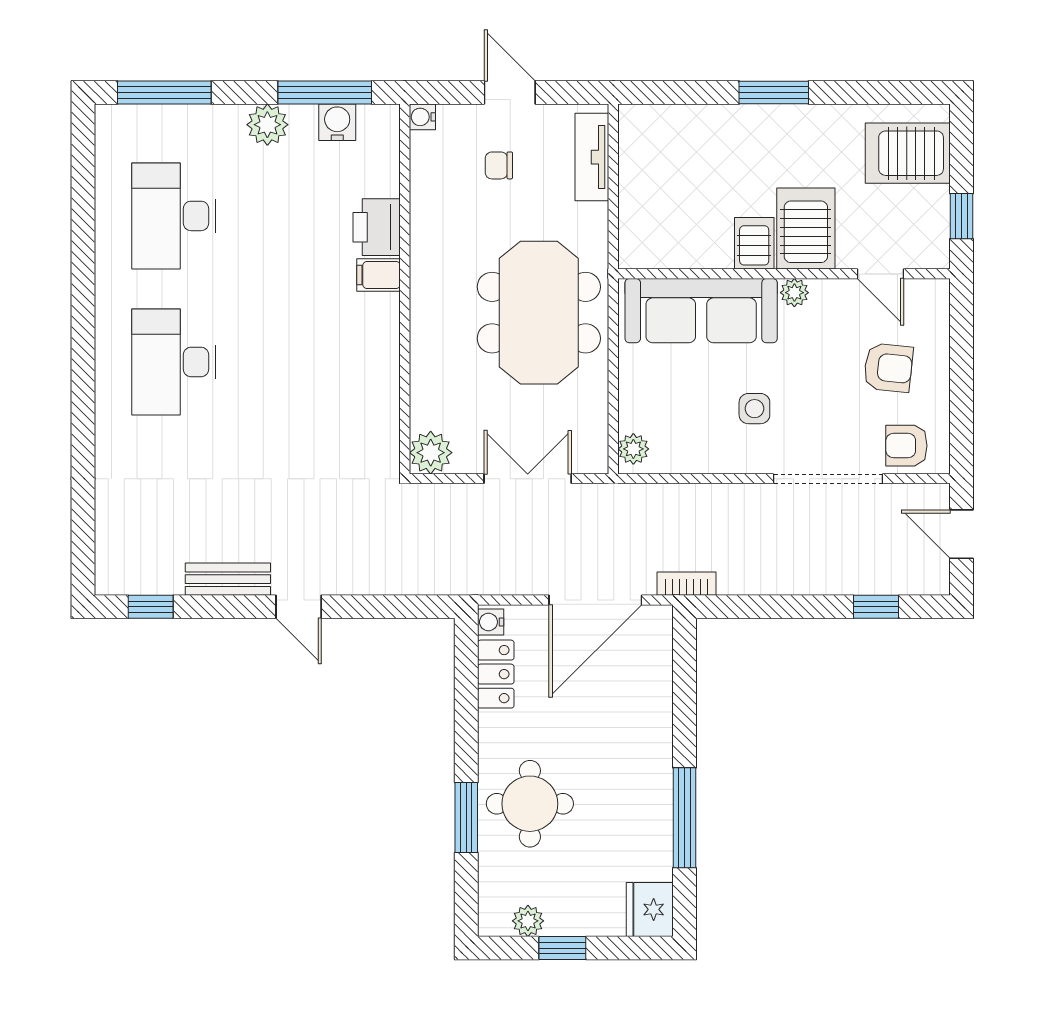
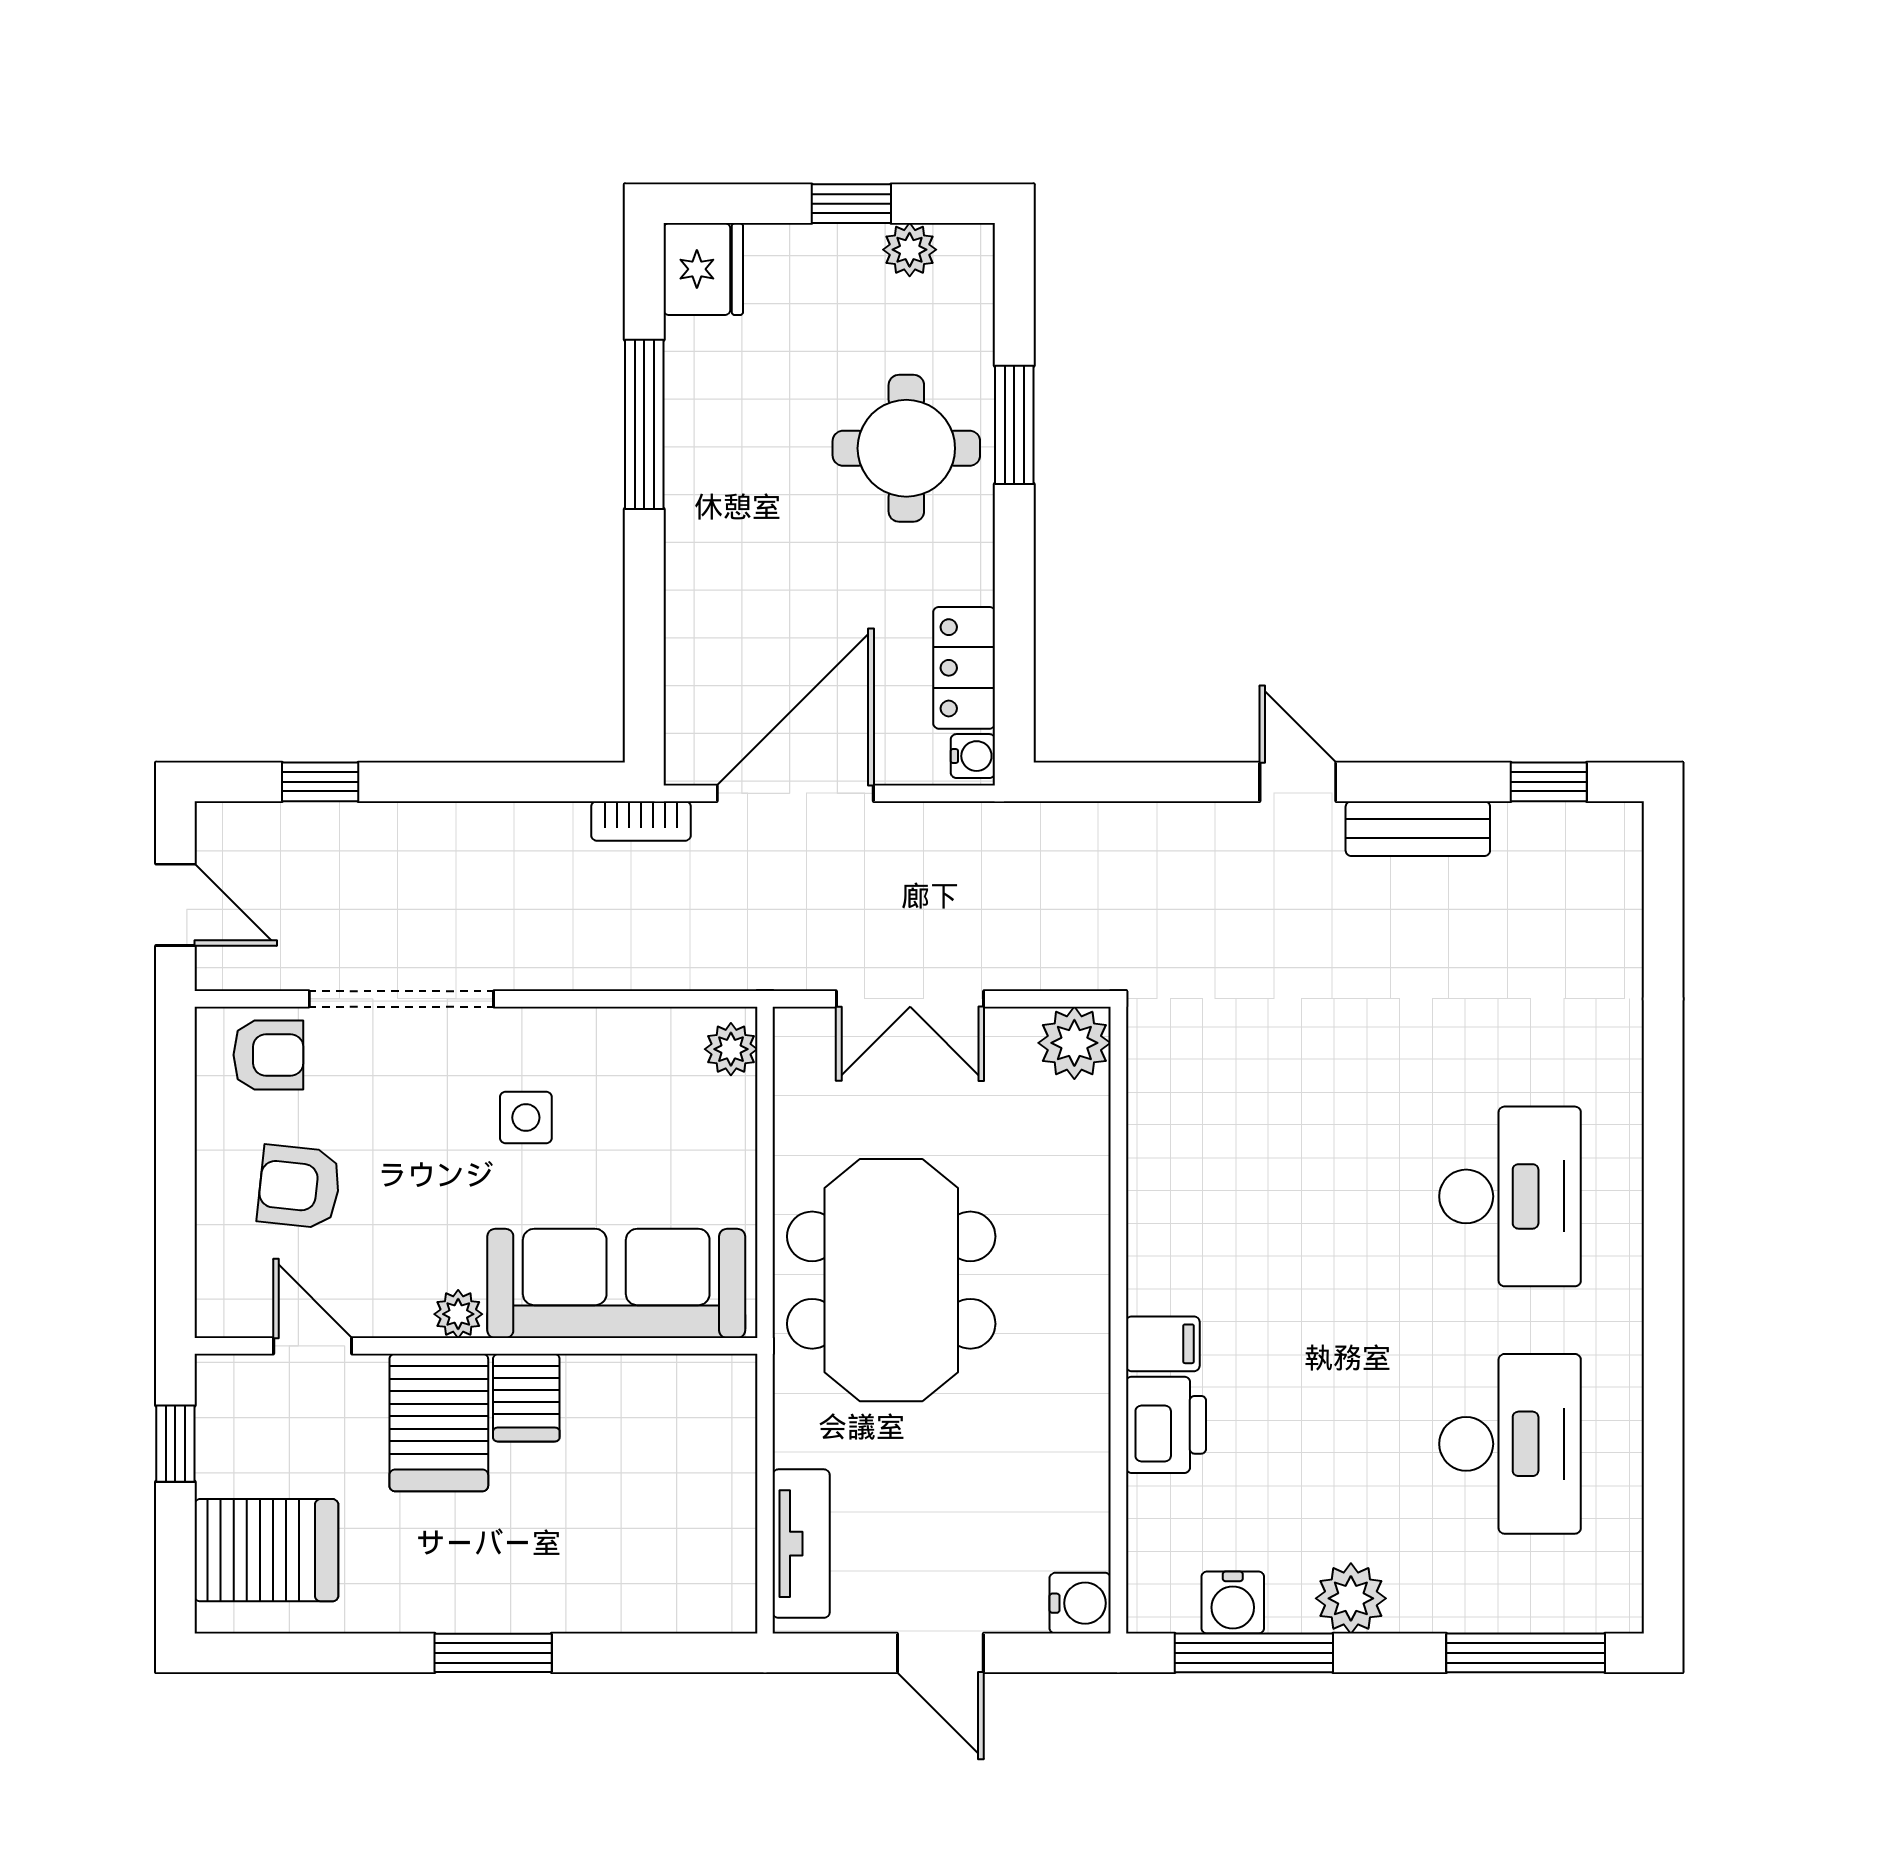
water cooler: (422, 117) -> (1080, 1603), width x1.38, depth x1.38
chair: (499, 165) -> (959, 1529), removed

